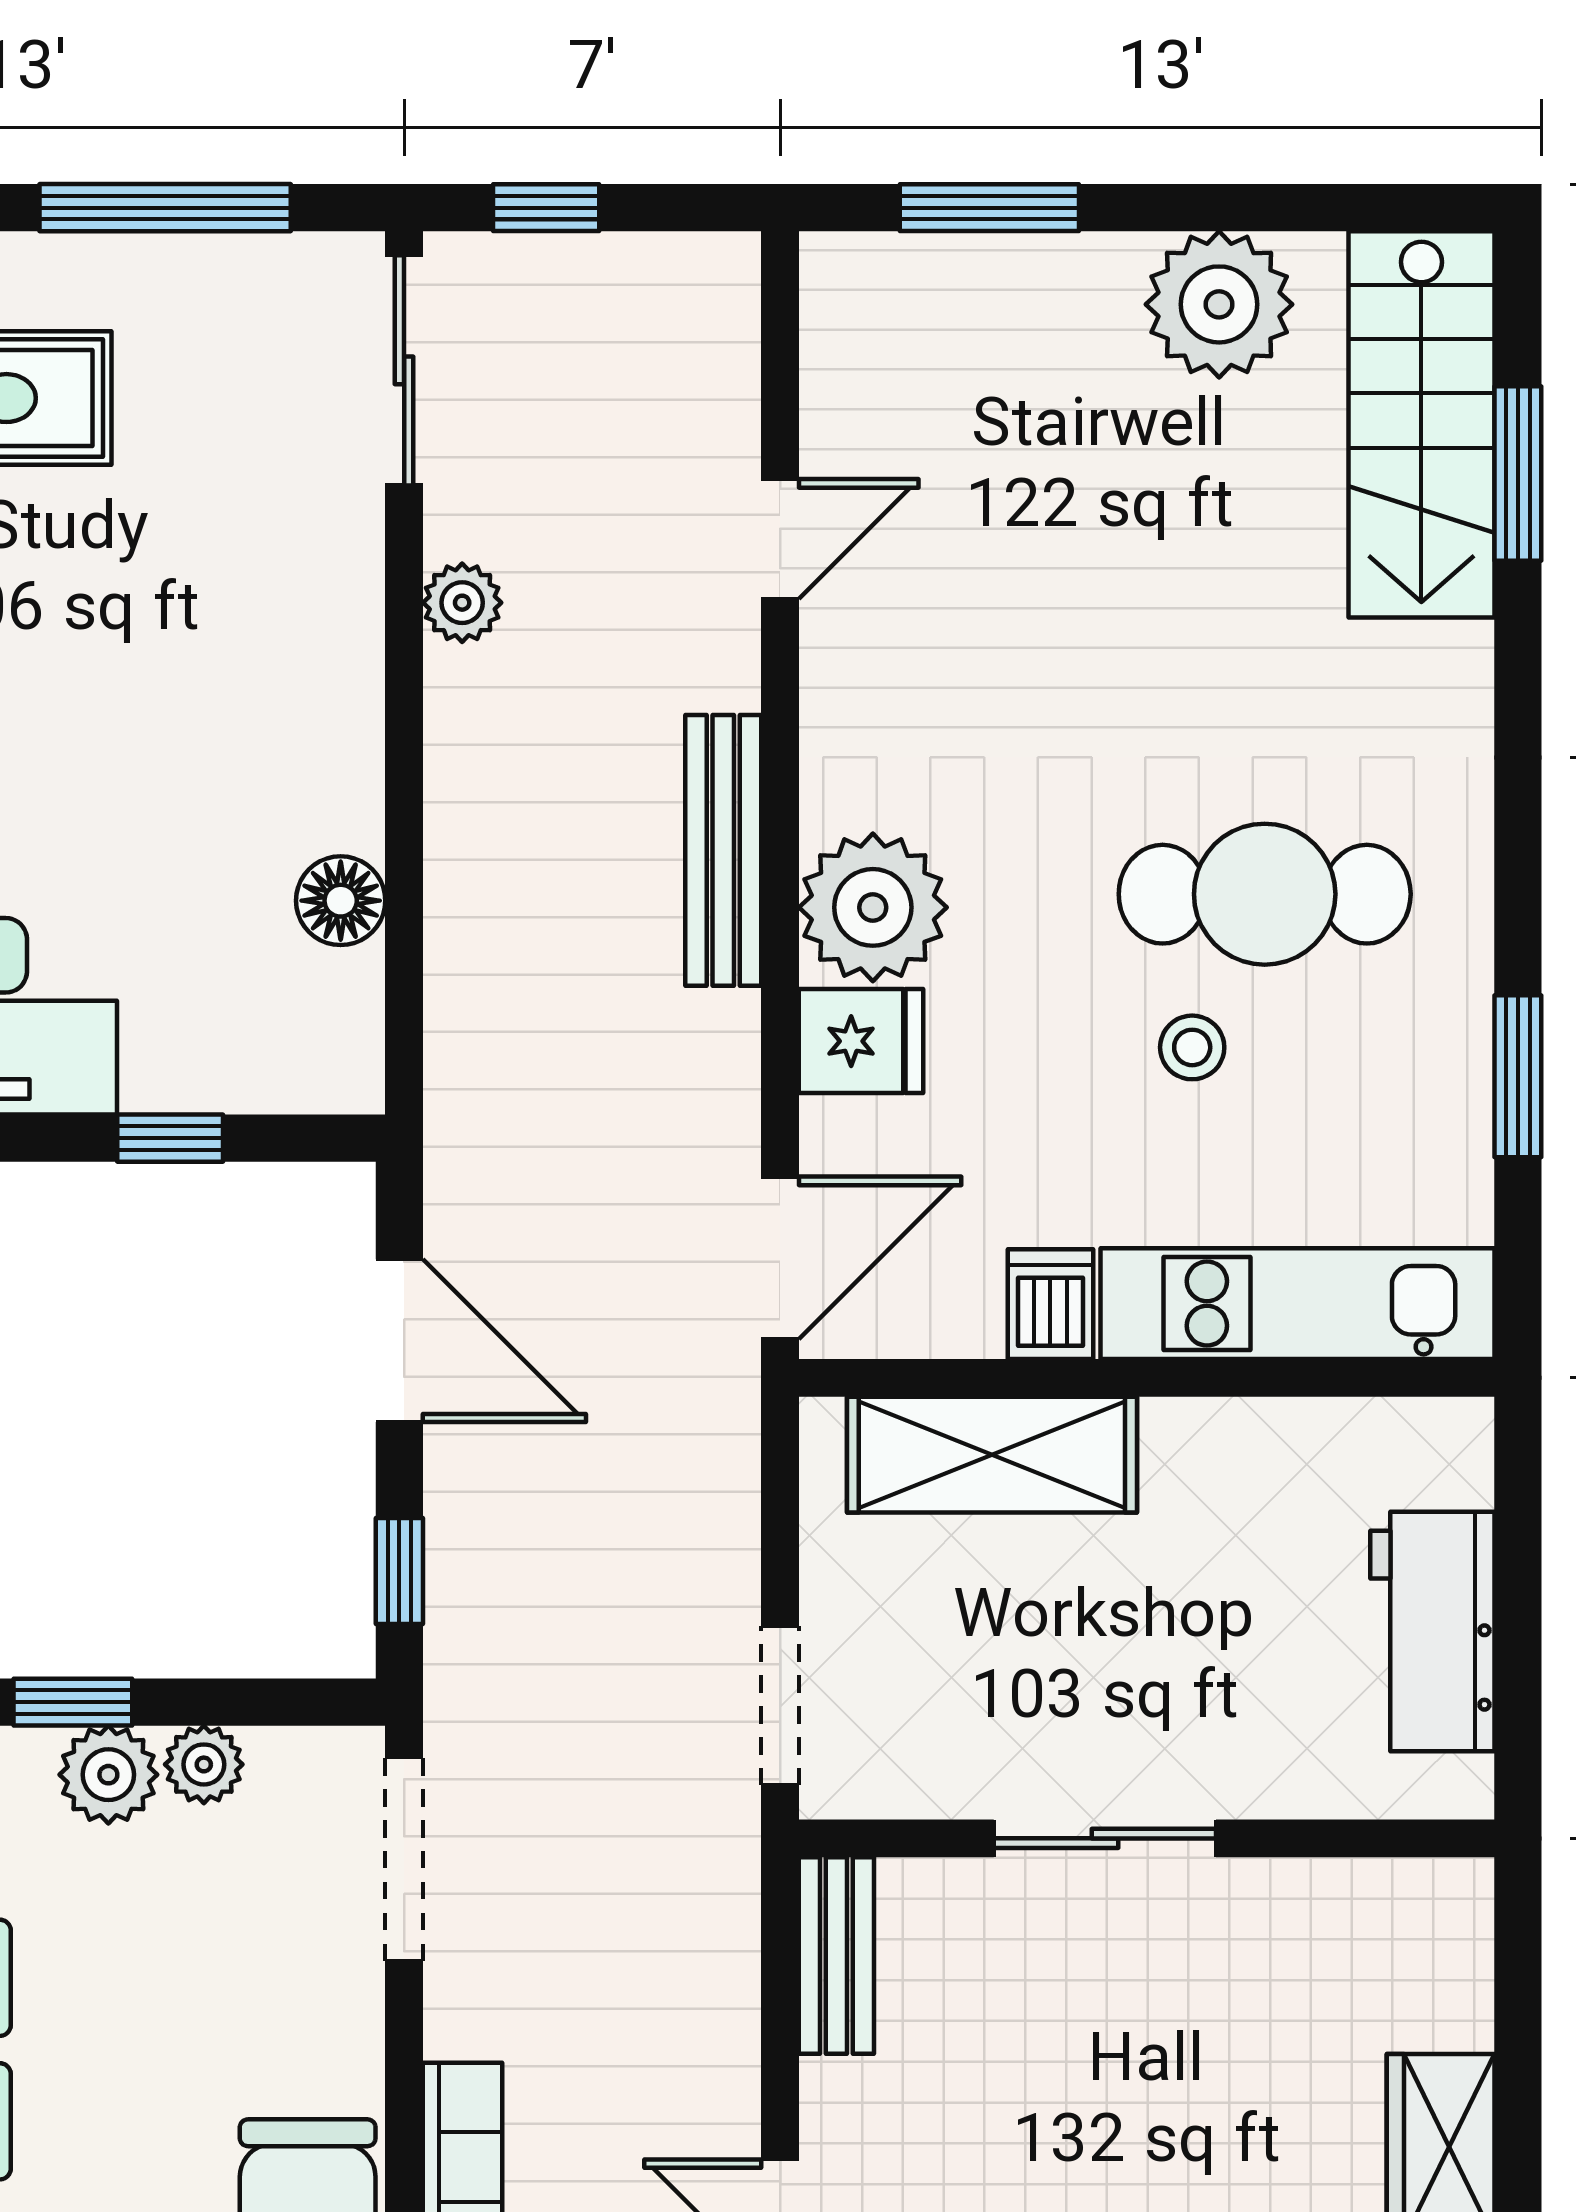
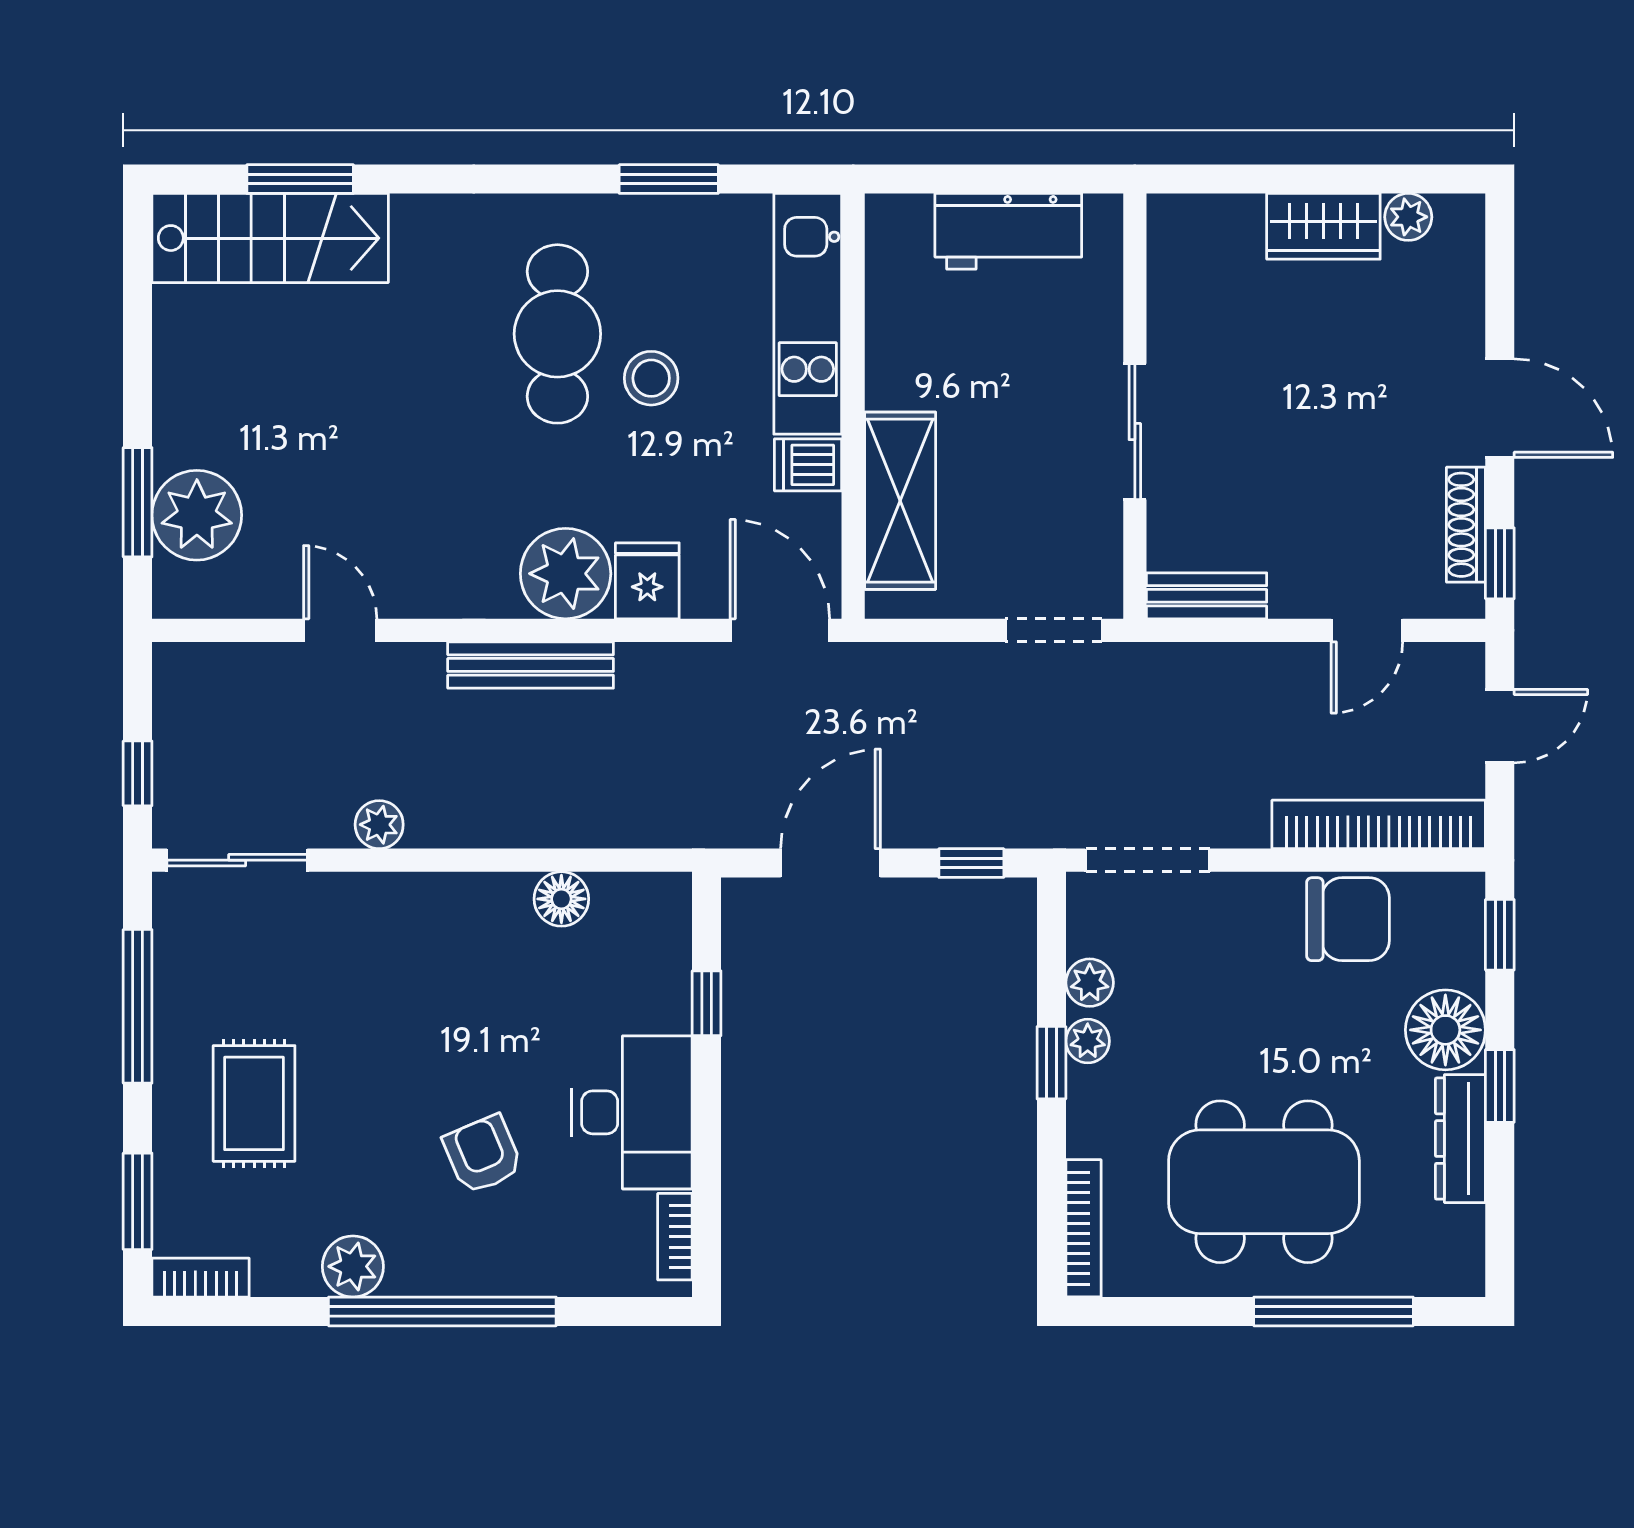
plant: (1219, 304) -> (197, 515), moved
stool: (1192, 1047) -> (651, 378), width x1.37, depth x1.37
plant: (108, 1775) -> (1088, 1041), width x0.73, depth x0.73

